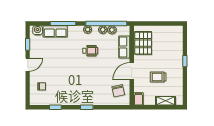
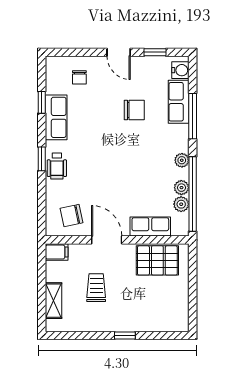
wheelchair: (90, 51) -> (57, 166), moved
chair: (60, 56) -> (134, 110), added
row of seats: (64, 99) -> (56, 117), added

